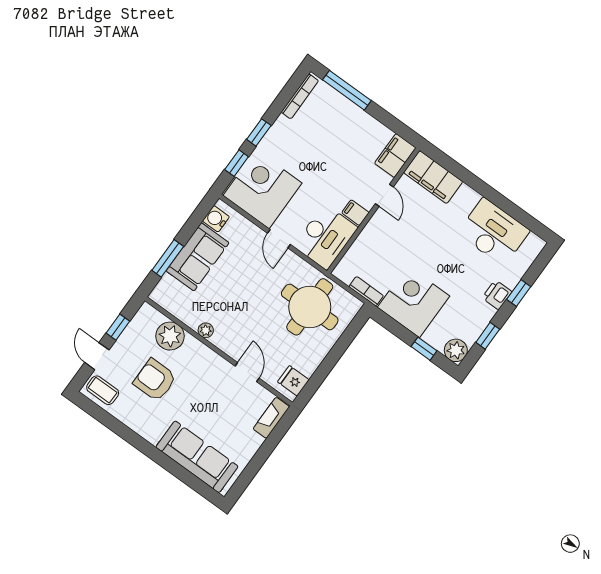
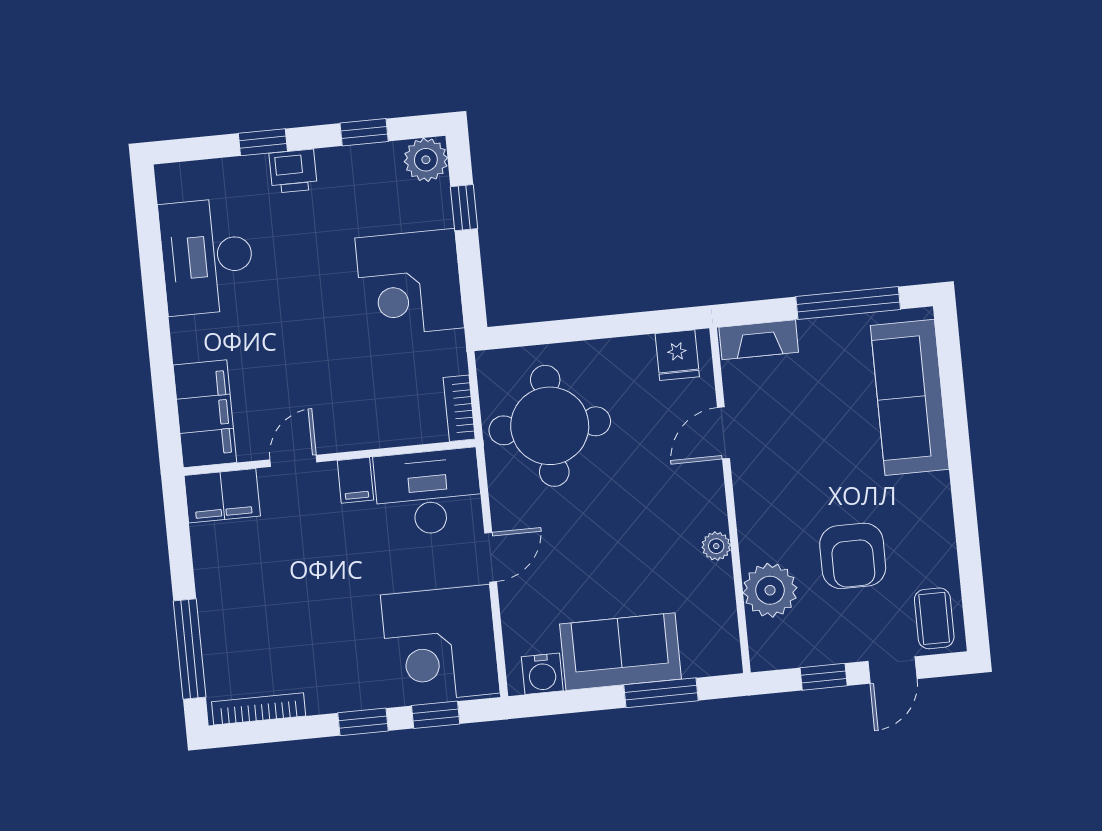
bookcase: (366, 291) -> (459, 408), moved
window: (255, 465) -> (848, 303), added

